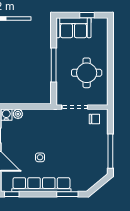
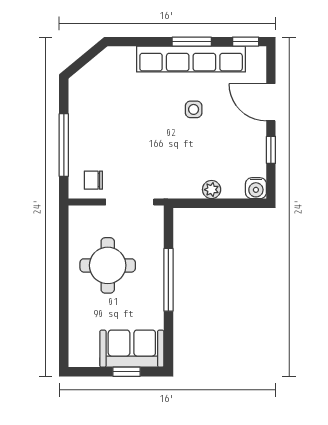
window: (87, 15) -> (127, 372), moved
plant: (18, 114) -> (212, 190), moved
window: (110, 151) -> (64, 145), moved
window: (67, 194) -> (192, 42), moved

